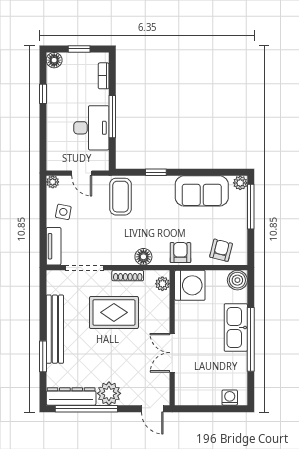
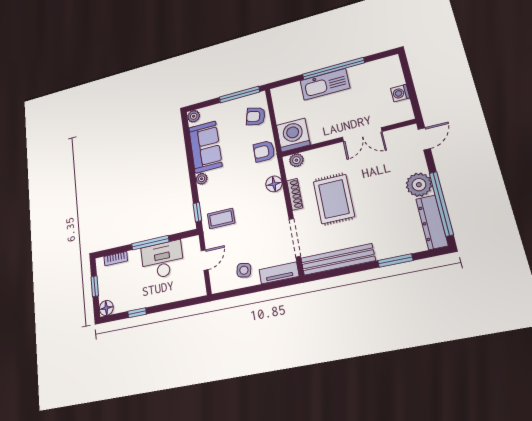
window: (156, 172) -> (197, 212), moved
plant: (53, 182) -> (202, 179), moved
coffee table: (120, 197) -> (221, 218), width x0.73, depth x0.77
window: (251, 207) -> (239, 95), moved
boiler: (237, 280) -> (280, 95), removed
bench: (55, 329) -> (338, 259), moved
washing machine: (230, 398) -> (400, 93), moved

